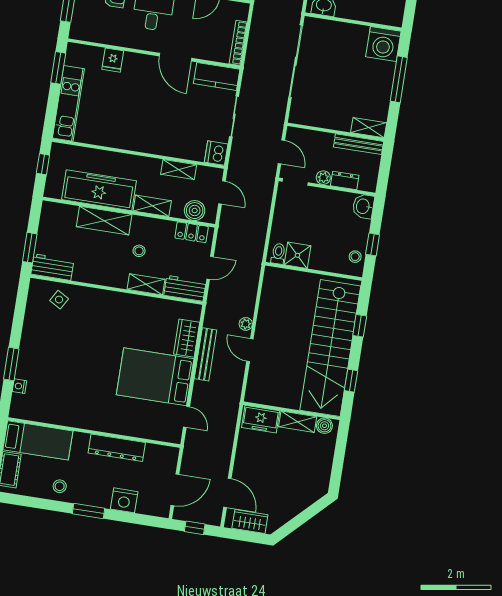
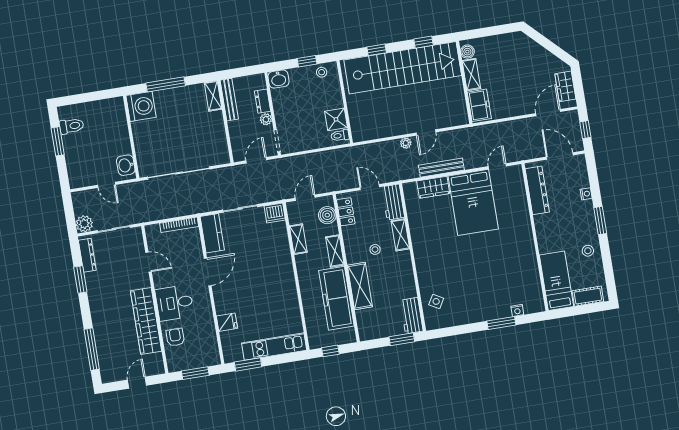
dresser: (117, 448) -> (537, 190), moved
nightstand: (124, 500) -> (586, 194), width x0.53, depth x0.56

